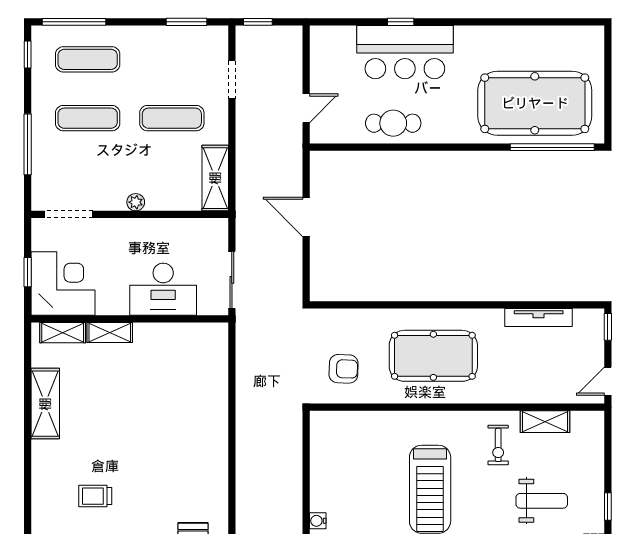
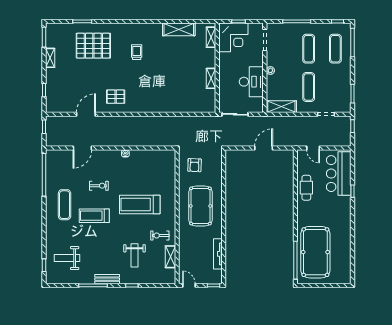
bar counter: (405, 52) -> (339, 174), moved
desk: (163, 289) -> (251, 82), moved, turned 180
shelving: (110, 333) -> (211, 78), moved

